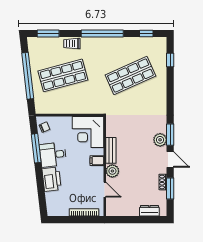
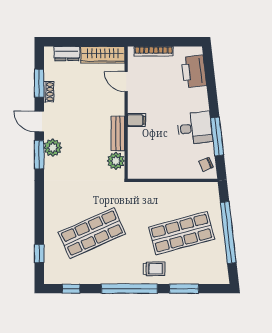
window: (48, 34) -> (184, 289), moved
trolley: (72, 44) -> (154, 269), moved
corner desk: (88, 132) -> (148, 158), removed
plant: (112, 171) -> (116, 161), moved
printer: (52, 179) -> (194, 71), moved
wardrobe: (122, 210) -> (103, 55), added

